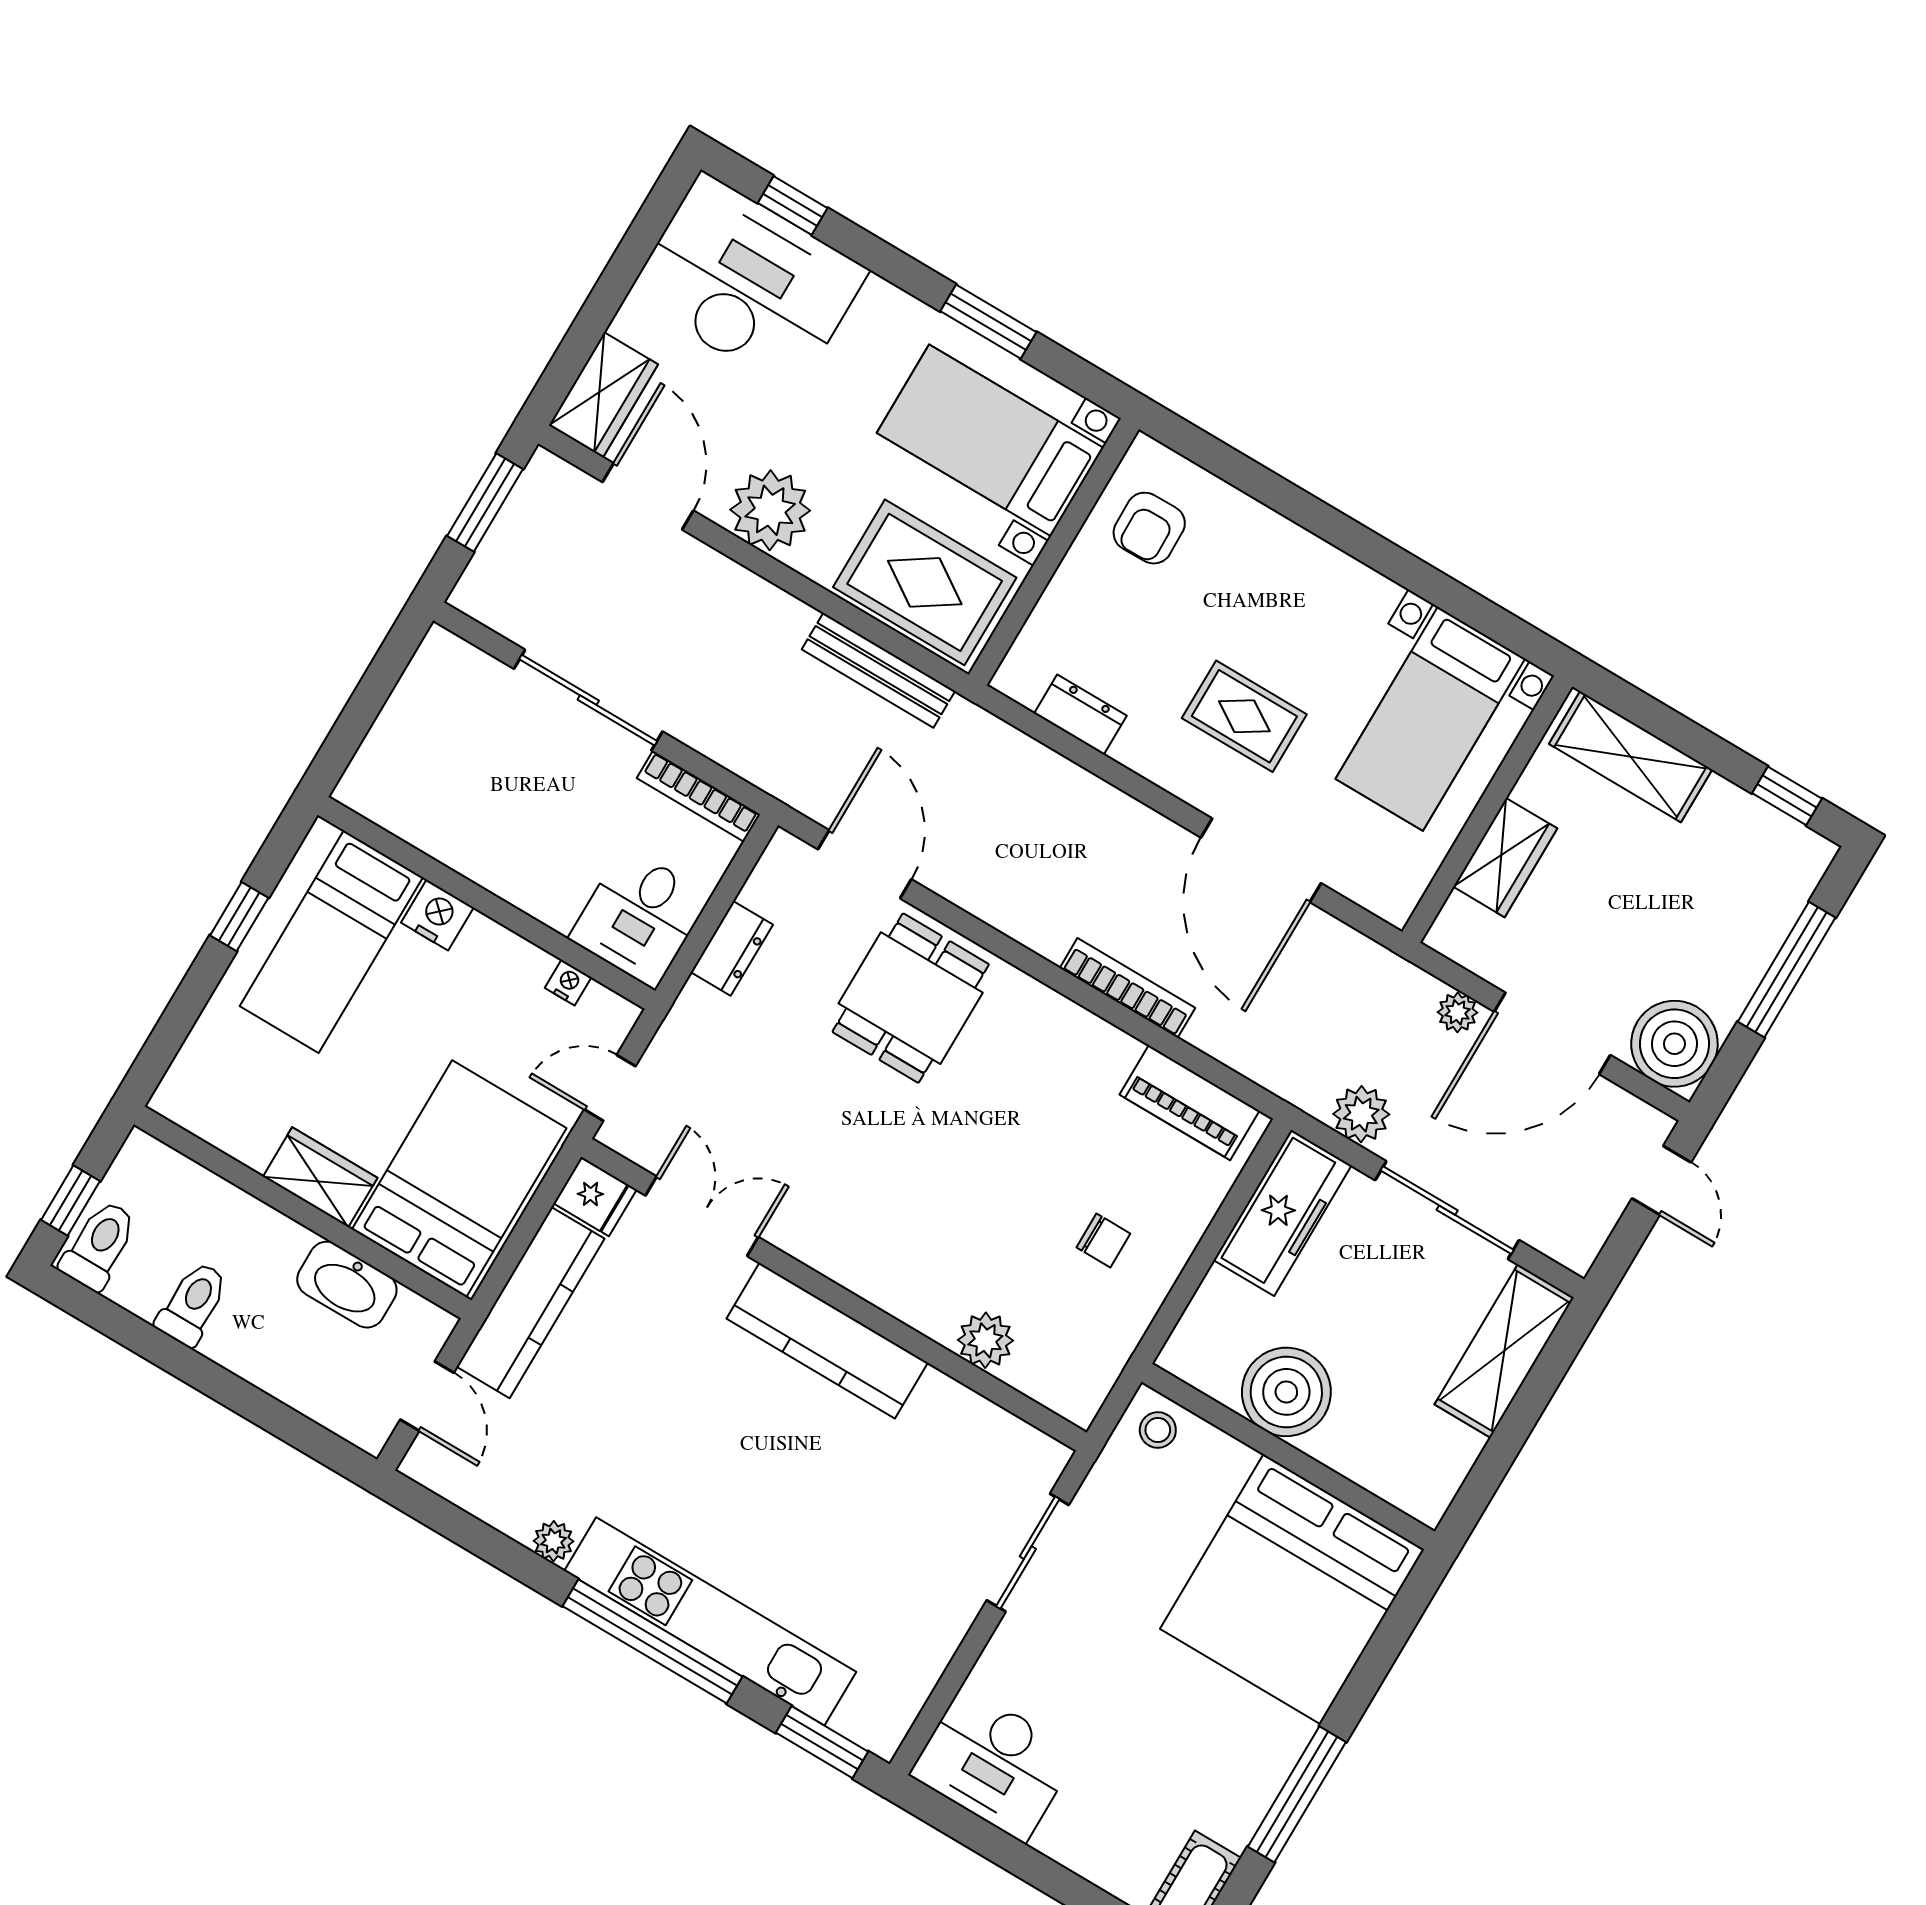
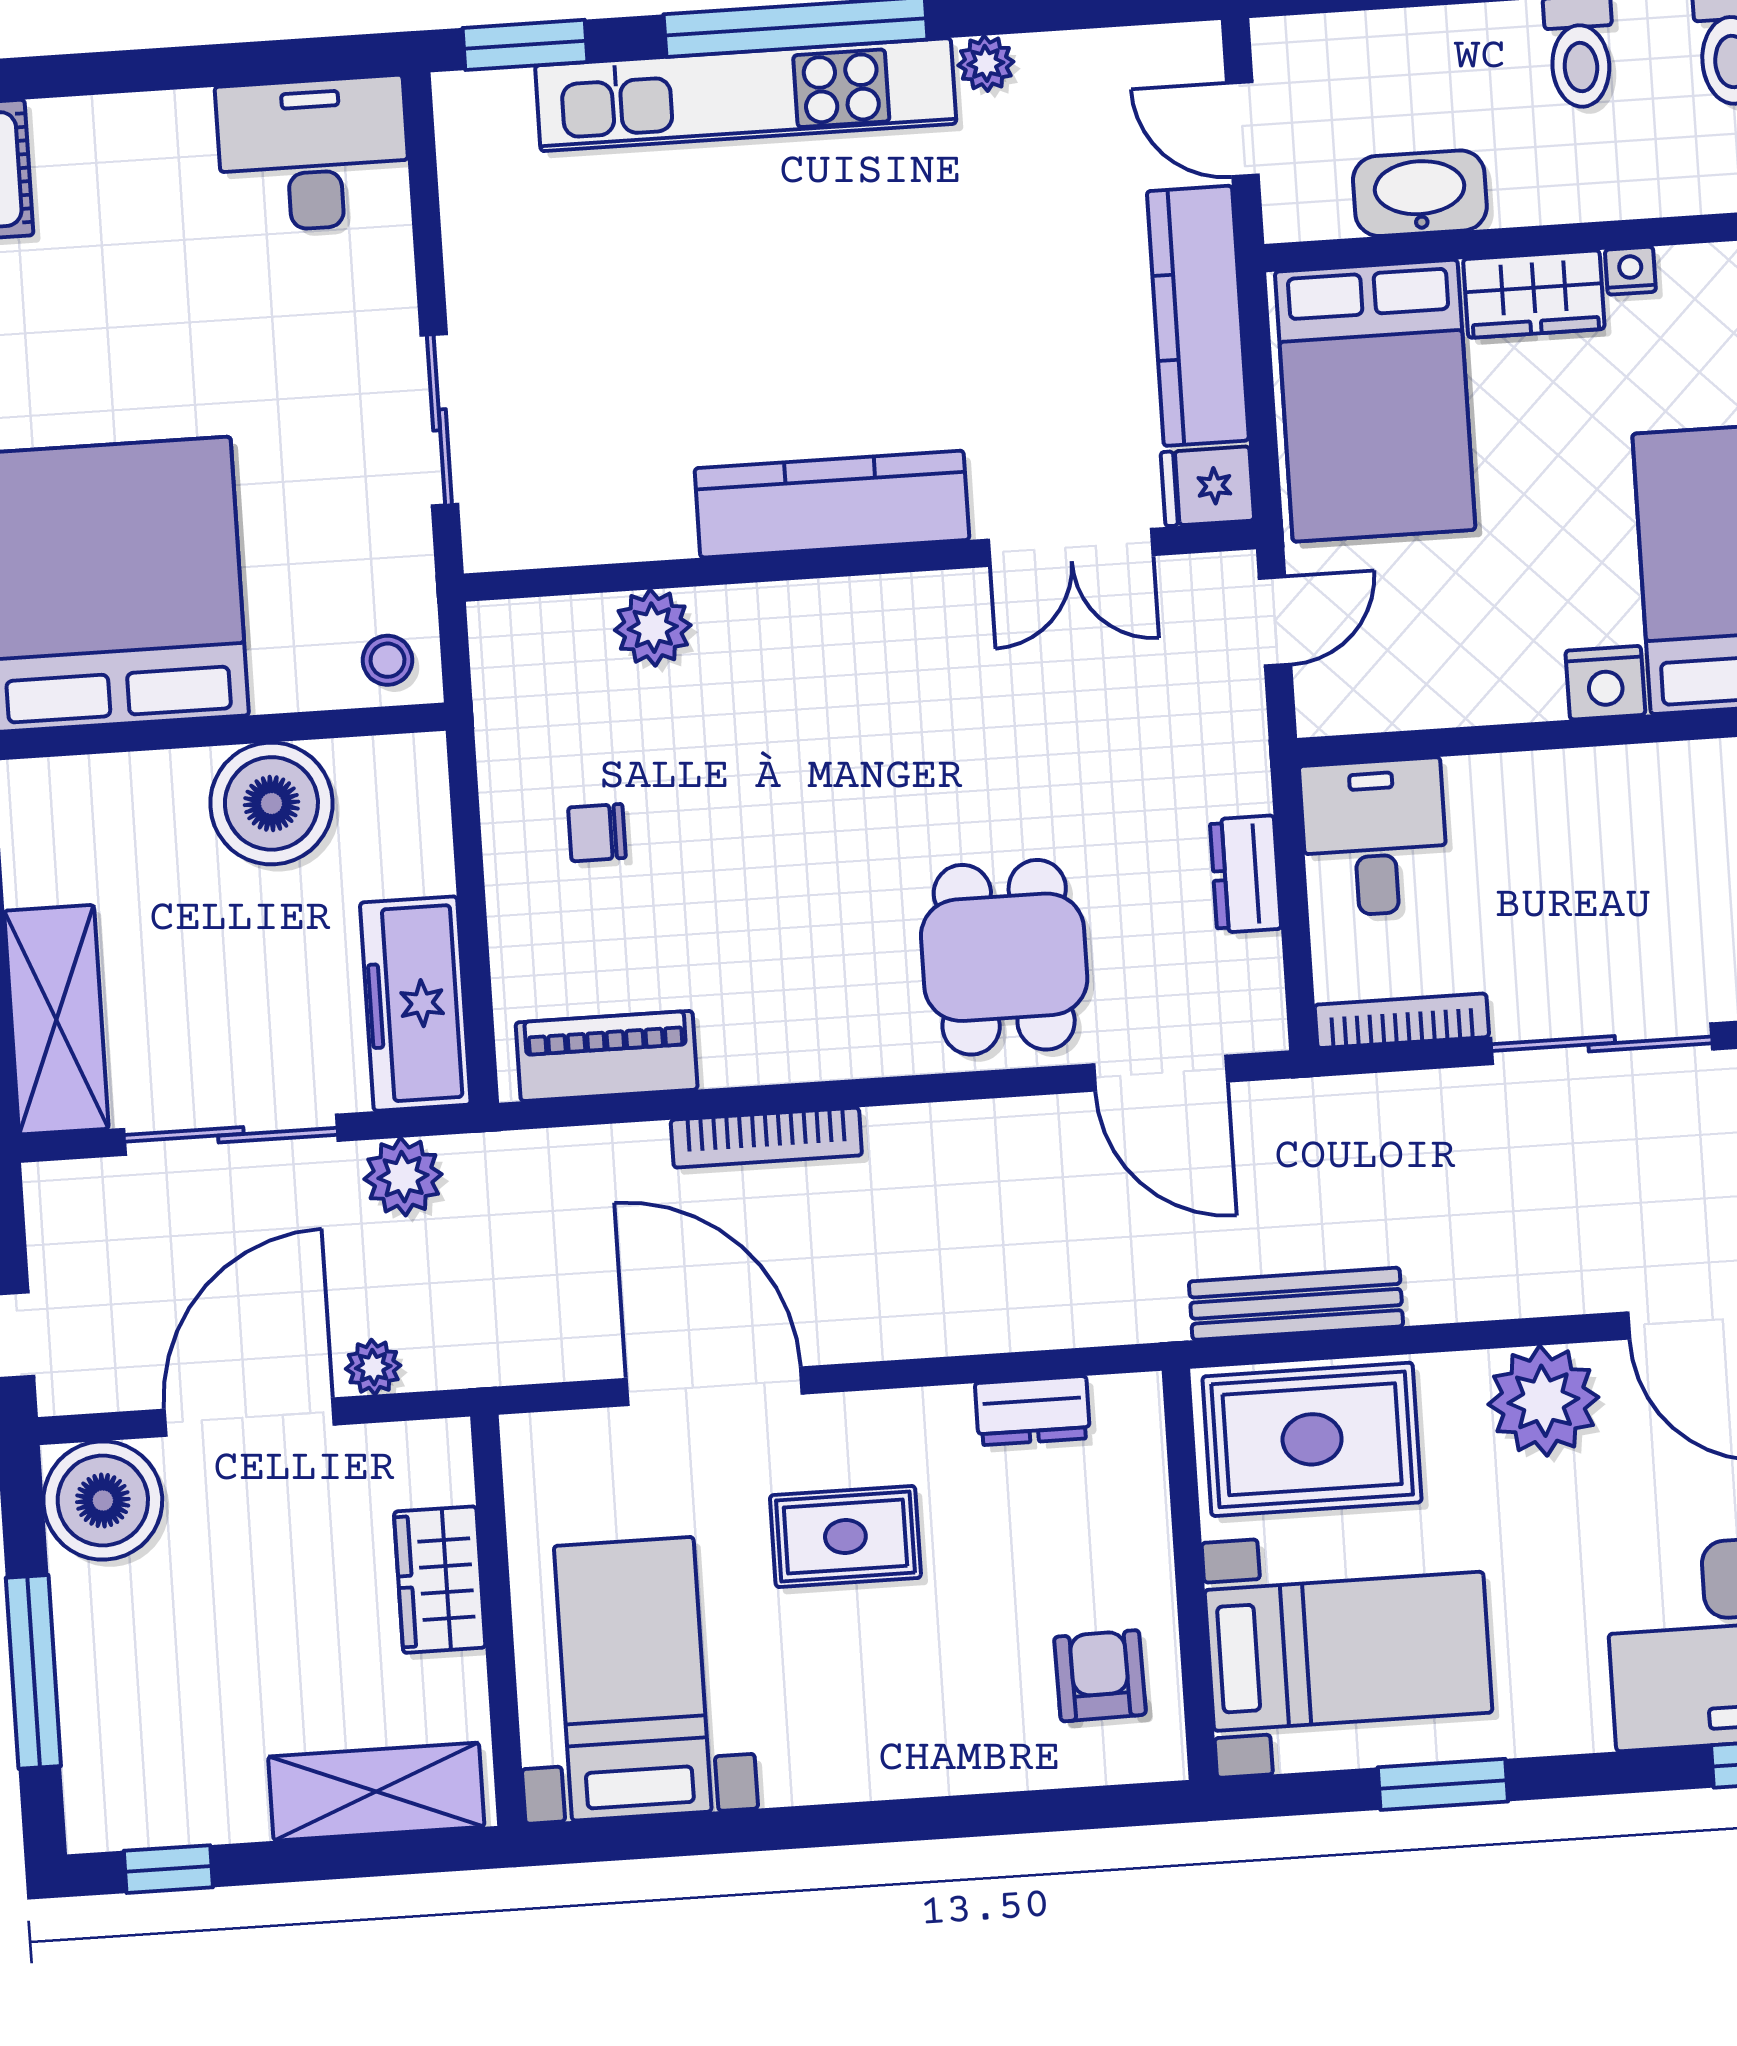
nightstand: (568, 983) -> (1630, 271), moved, turned 180

